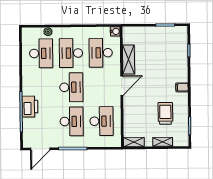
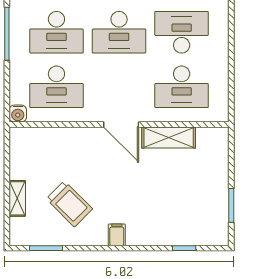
water cooler: (115, 31) -> (18, 114), moved
desk: (101, 53) -> (182, 87), turned 180
trolley: (165, 113) -> (69, 204), turned 45
shelving: (134, 142) -> (18, 146), removed

